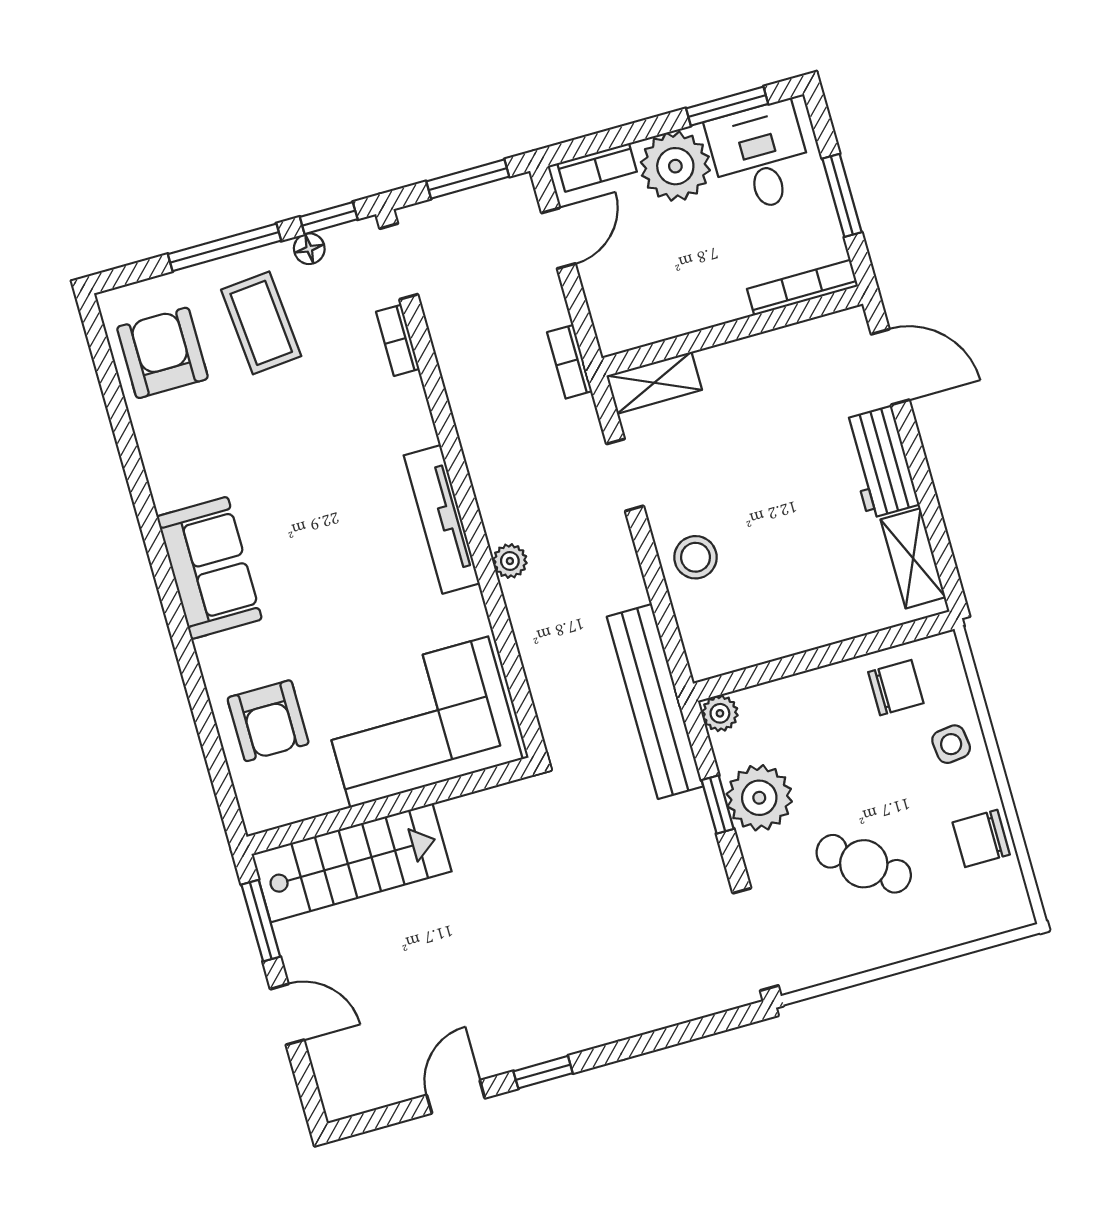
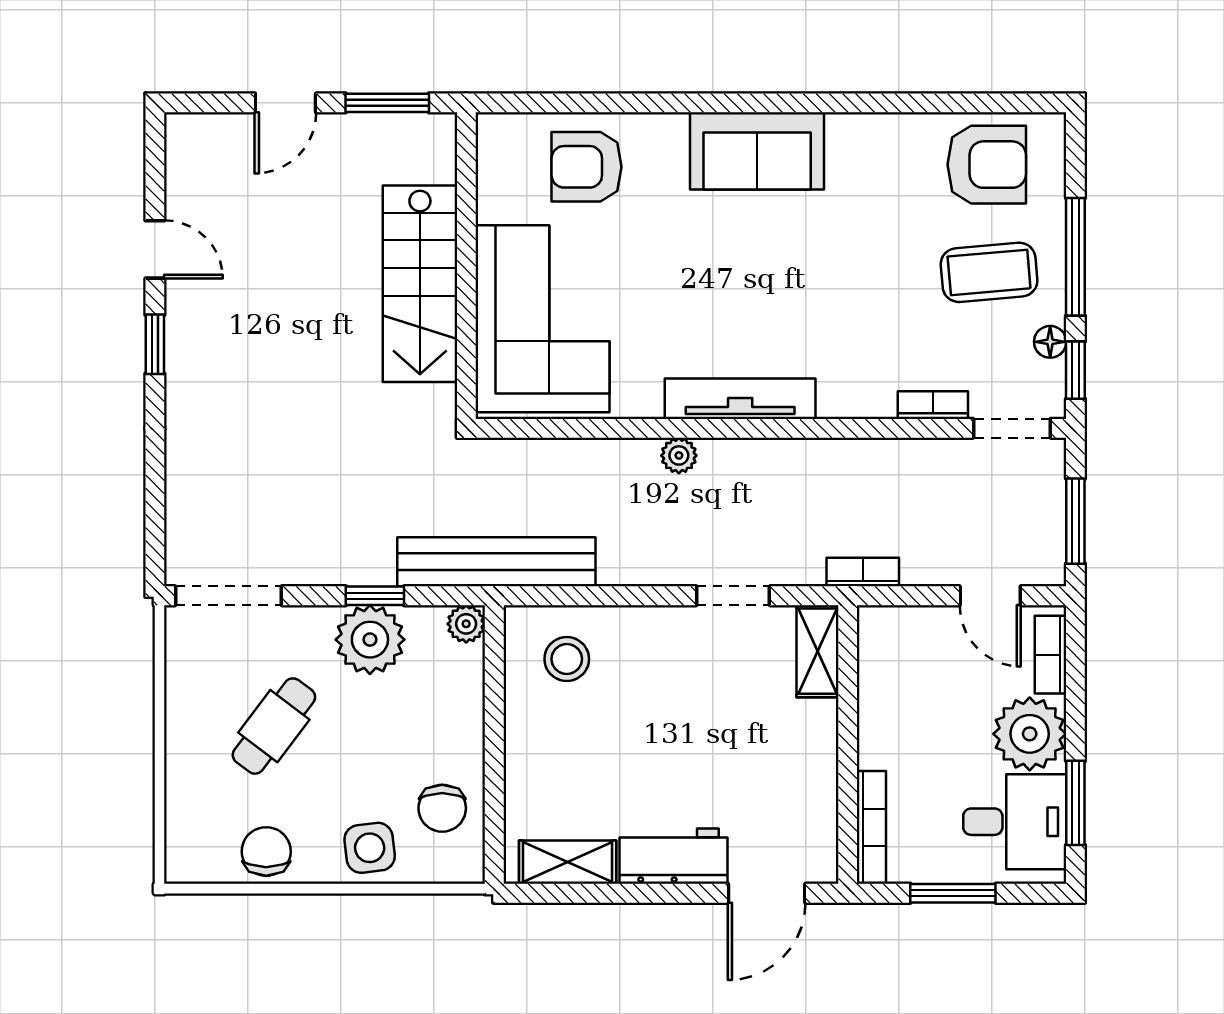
stool: (695, 557) -> (567, 659), moved
side table: (951, 744) -> (370, 848), width x1.37, depth x1.37
stairs: (352, 863) -> (420, 284), moved

